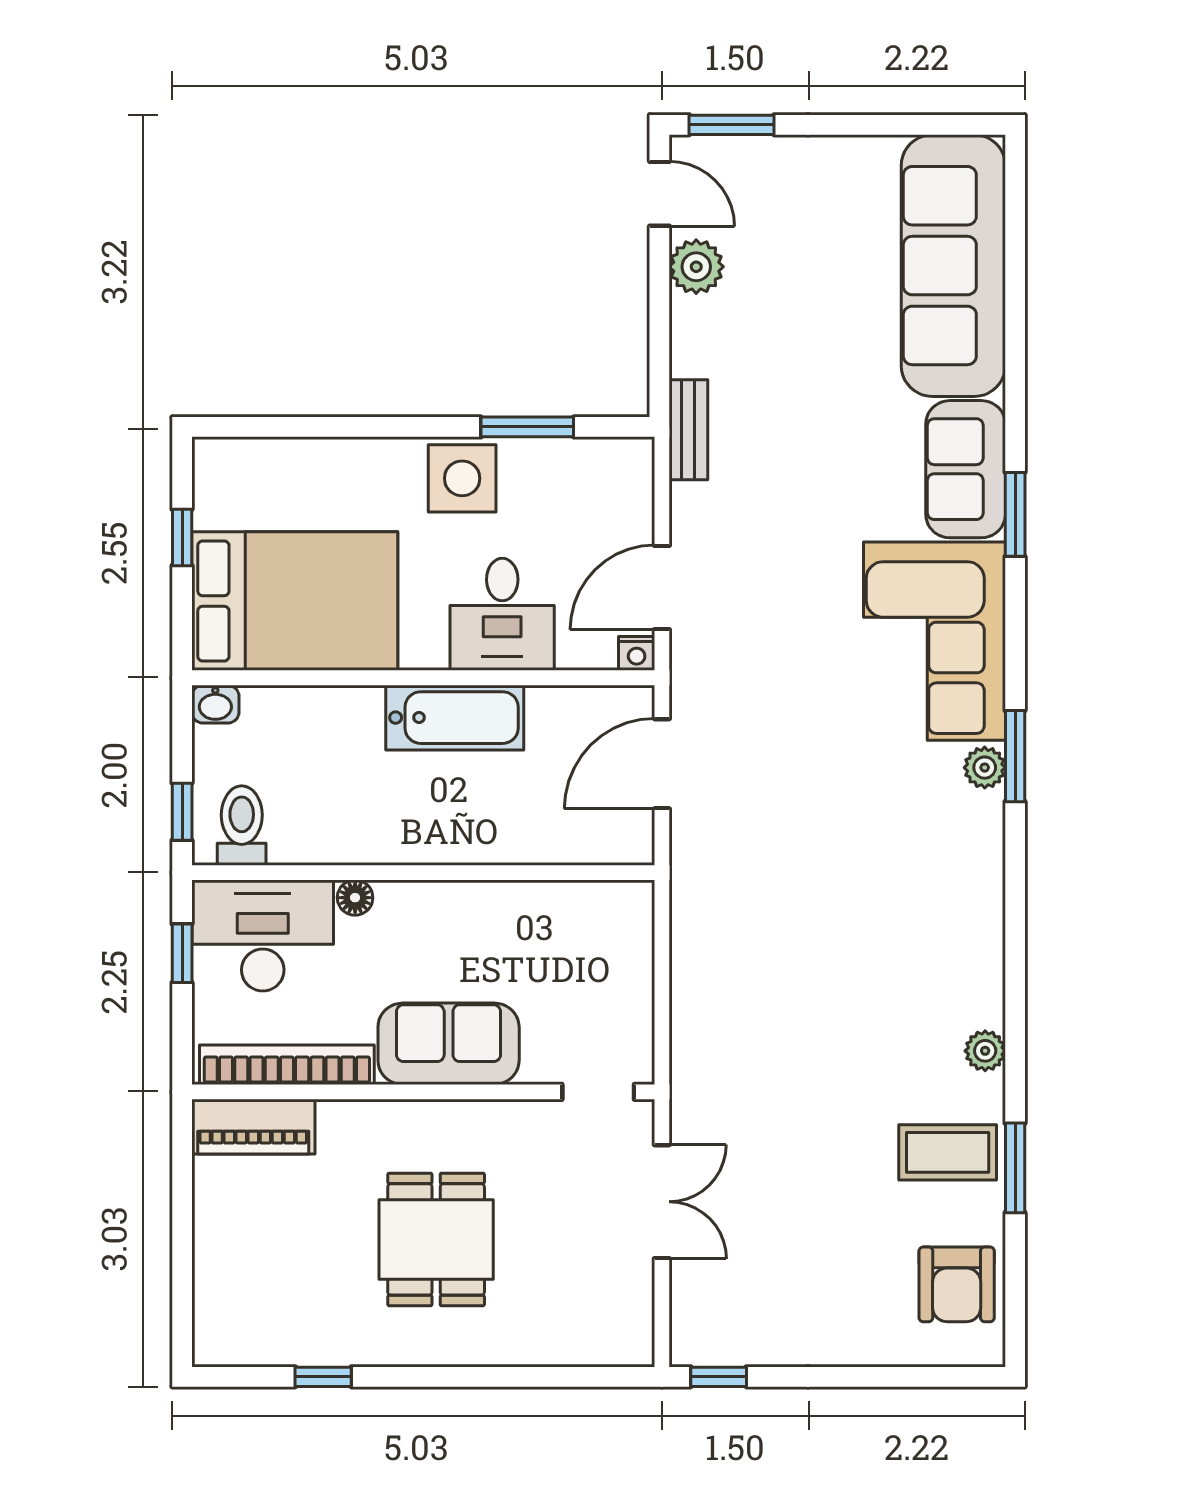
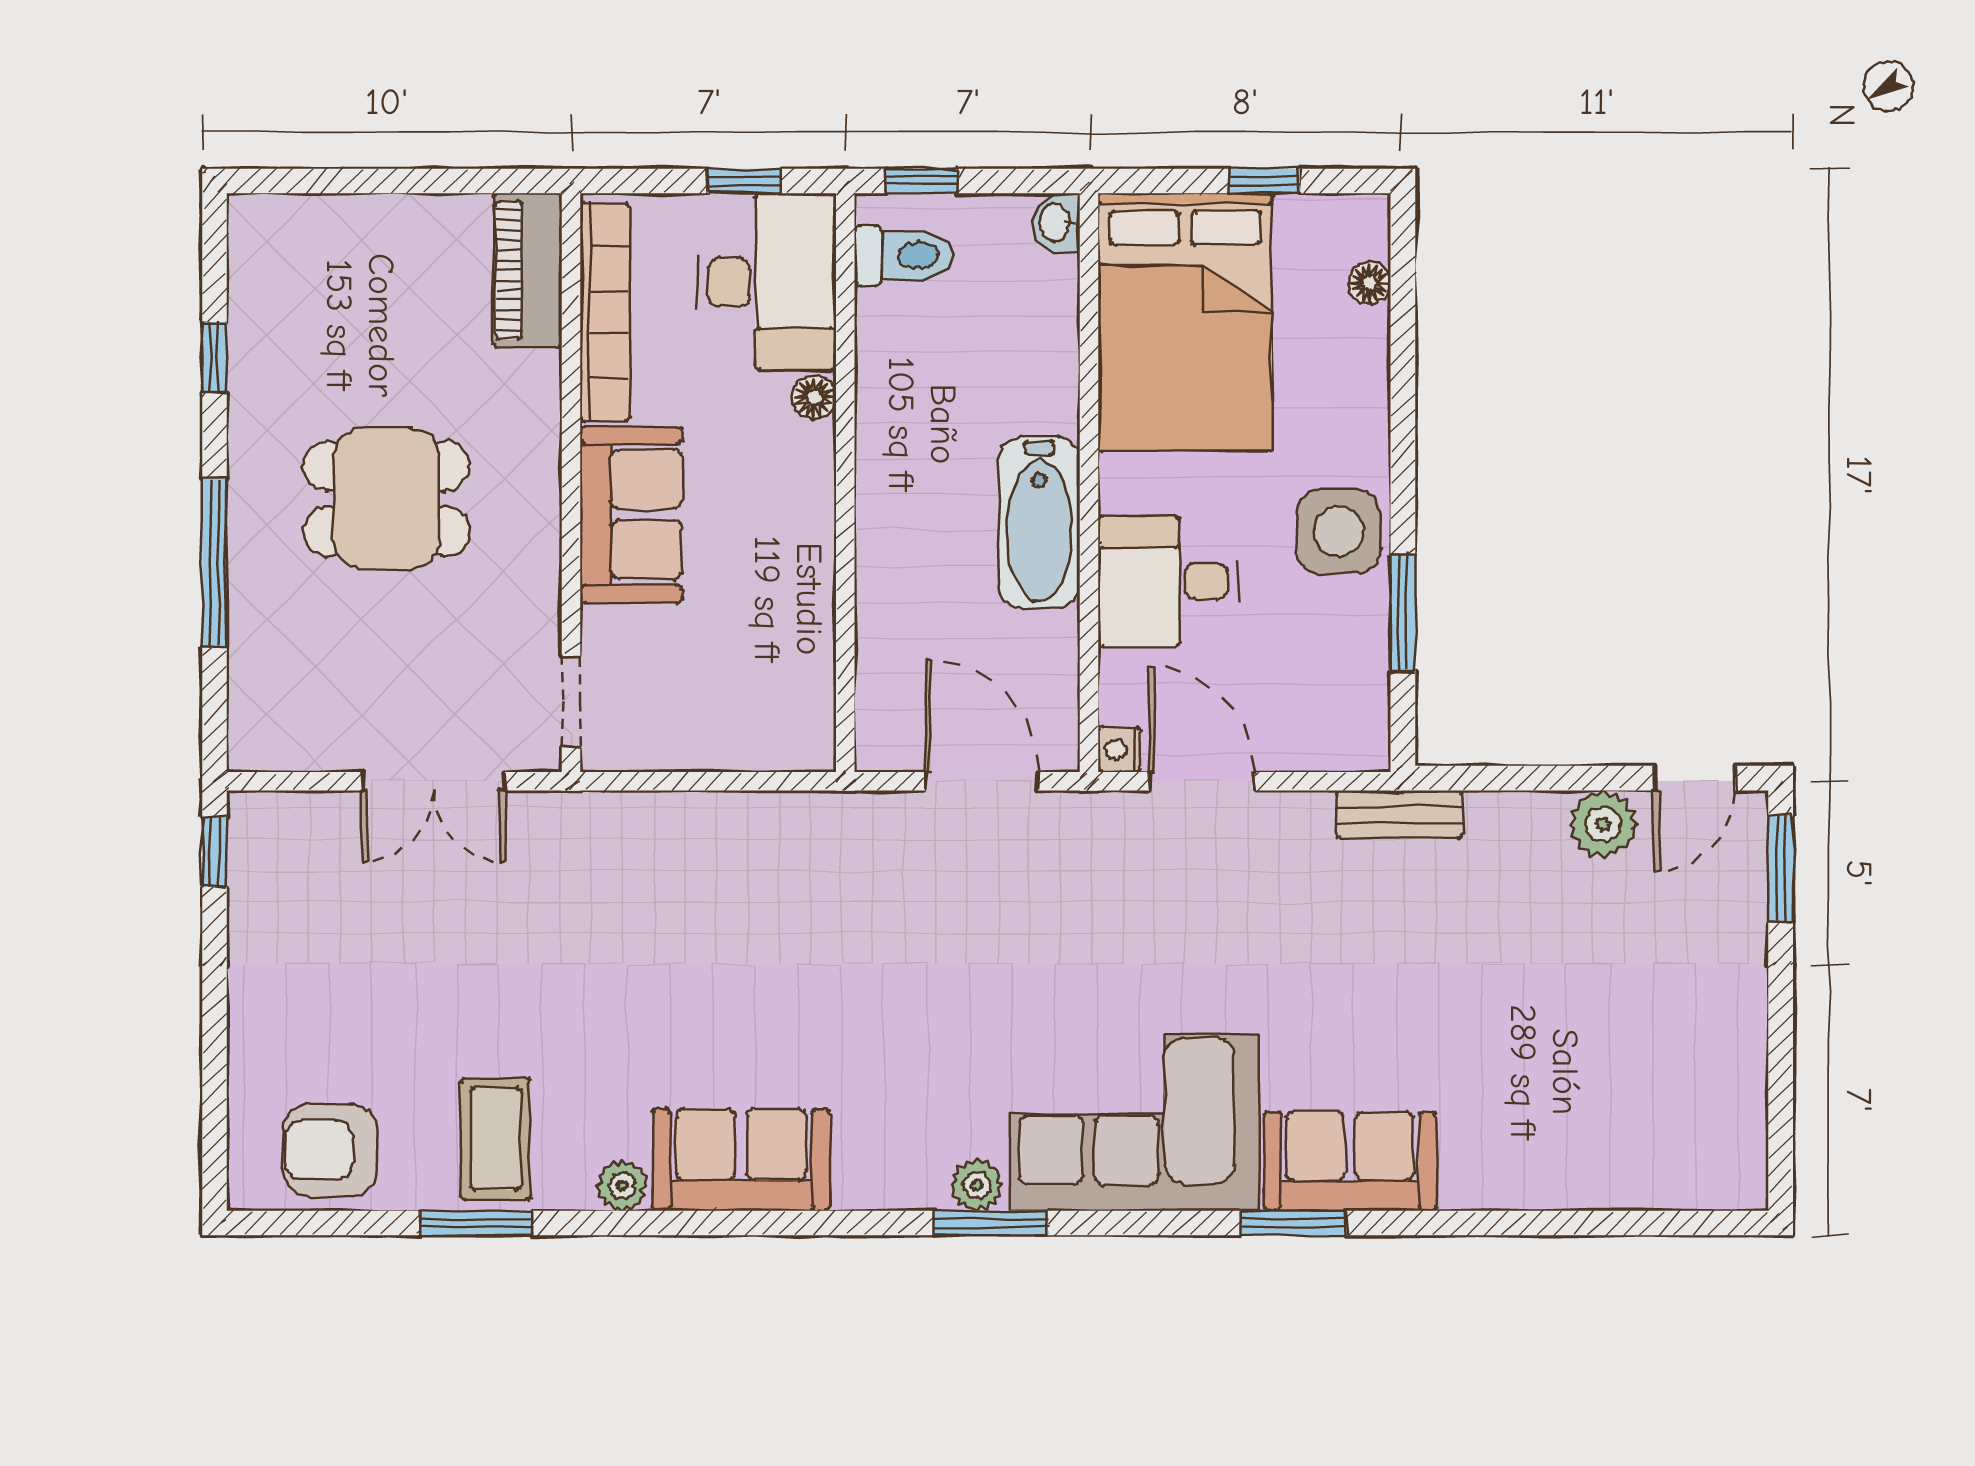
sofa: (953, 266) -> (741, 1160), moved, width x0.54, depth x0.79
floor lamp: (264, 454) -> (1370, 283), added
window: (487, 1377) -> (214, 563), added

